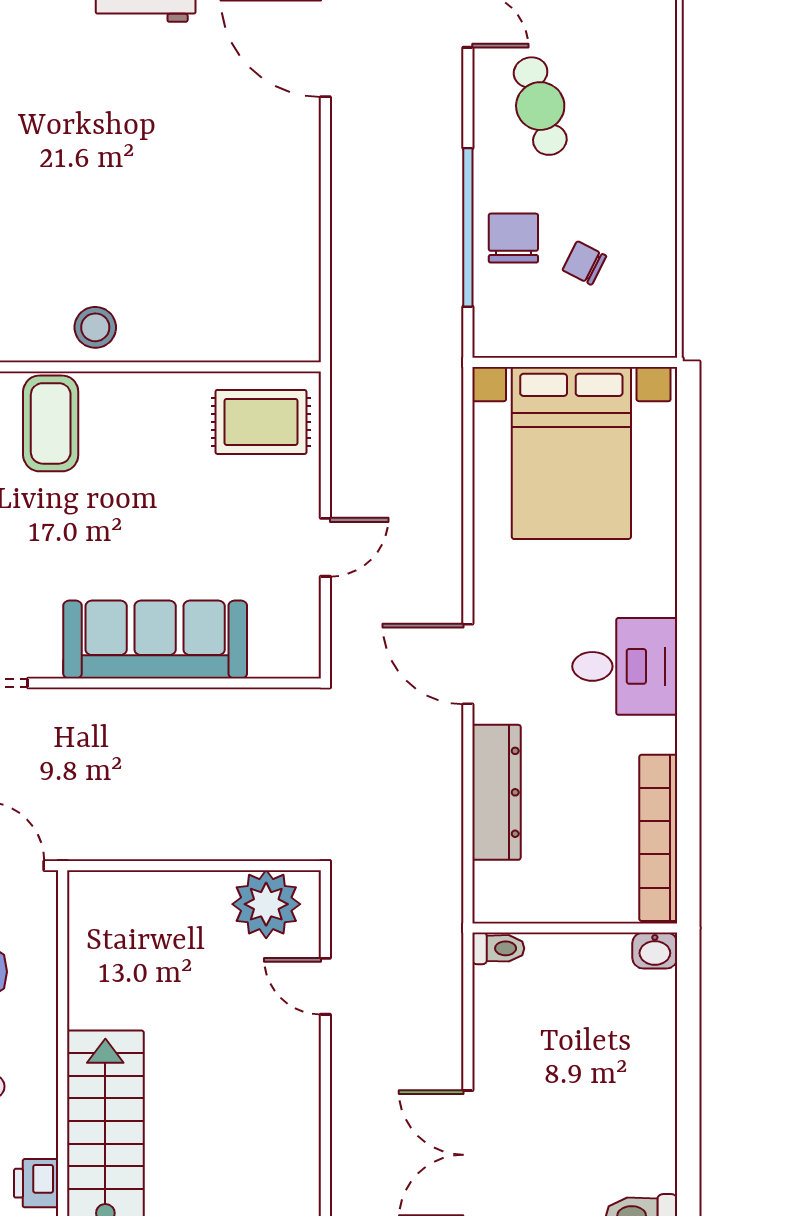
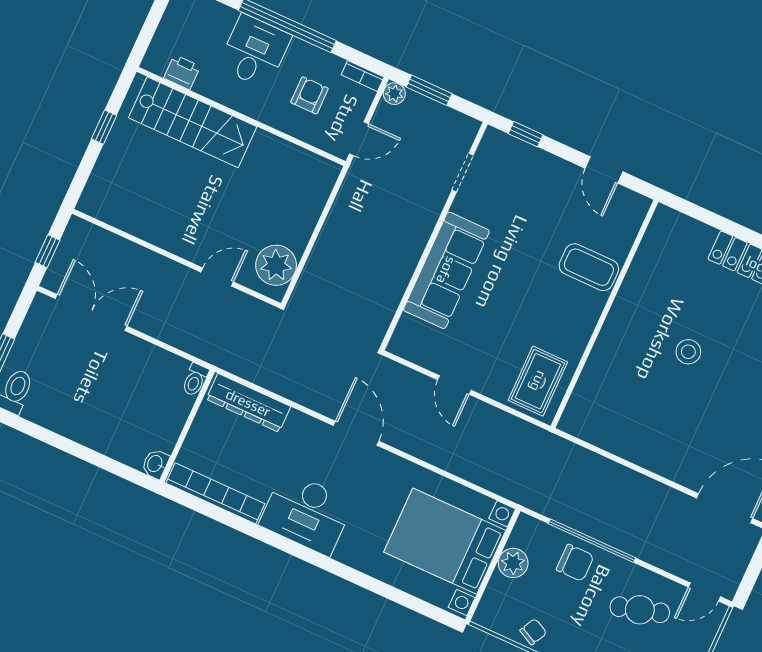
chair: (584, 263) -> (533, 632), moved
stool: (95, 327) -> (688, 352), moved
plant: (557, 333) -> (513, 563), added
door: (468, 664) -> (356, 433), hinge flipped
desk: (625, 666) -> (306, 513), width x1.37
dresser: (496, 792) -> (248, 403), moved

